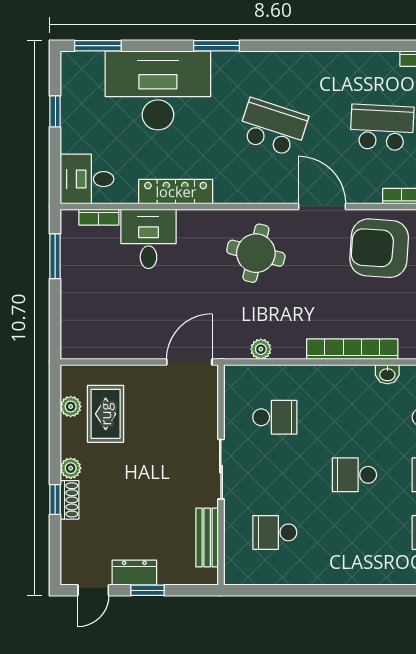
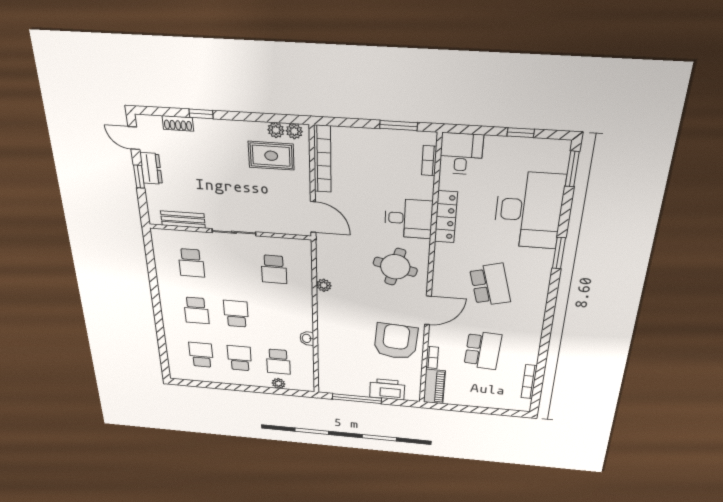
school desk: (273, 127) -> (490, 285), turned -33
desk: (148, 239) -> (408, 218), moved
plant: (261, 349) -> (324, 285), moved
bookcase: (352, 349) -> (322, 159), moved
plant: (71, 468) -> (294, 131), moved
shoe rack: (70, 500) -> (178, 123), moved
school desk: (275, 532) -> (191, 263), turned 180
school desk: (354, 532) -> (196, 310), added

